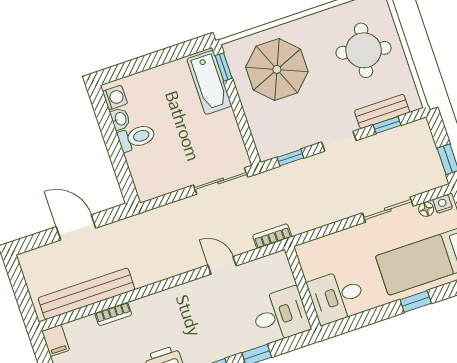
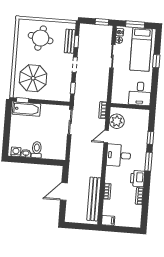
plant: (262, 274) -> (117, 121), added
desk: (280, 315) -> (119, 155), moved, turned -90

